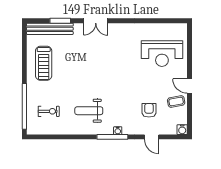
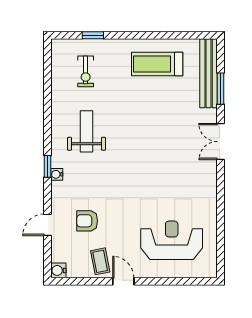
reception desk: (162, 54) -> (172, 240), turned 90
door: (190, 86) -> (123, 281), hinge flipped
window: (24, 106) -> (93, 35), width x0.32
armchair: (149, 110) -> (87, 221), turned 180
window: (112, 137) -> (47, 166), width x0.46

